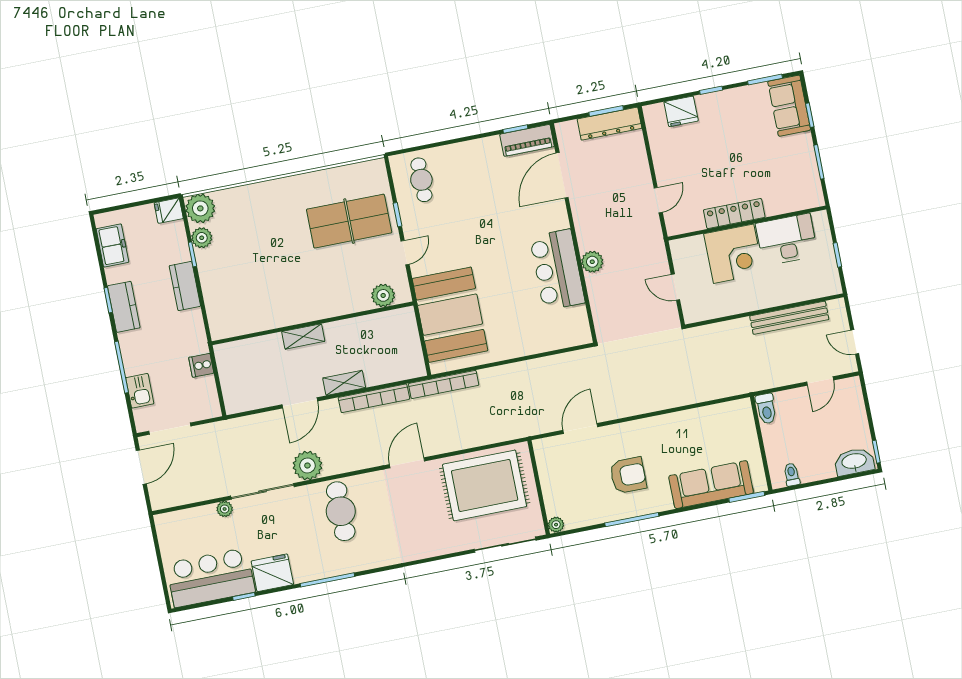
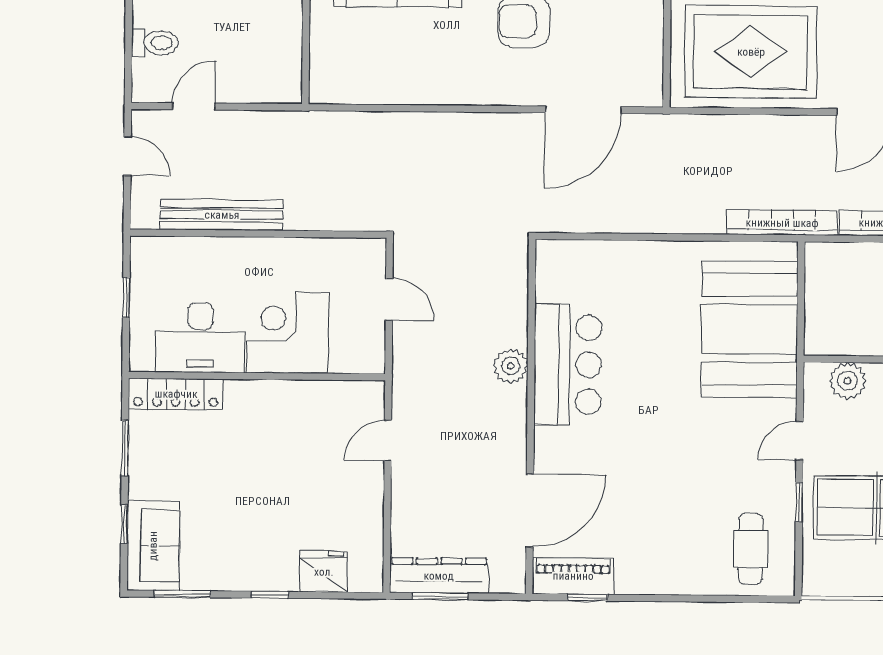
locker: (734, 214) -> (176, 394), moved
toilet: (766, 409) -> (155, 43), moved, turned 90
door: (580, 428) -> (583, 110), width x1.36

